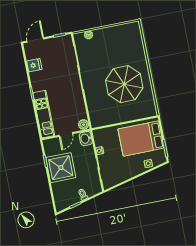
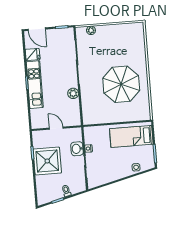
door: (35, 40) -> (37, 29), swing flipped
kitchen unit: (44, 114) -> (35, 85), moved
plant: (84, 125) -> (73, 93), moved
door: (66, 134) -> (56, 128), swing flipped
washbasin: (86, 139) -> (77, 149), moved
bed: (141, 139) -> (131, 136), width x0.67

